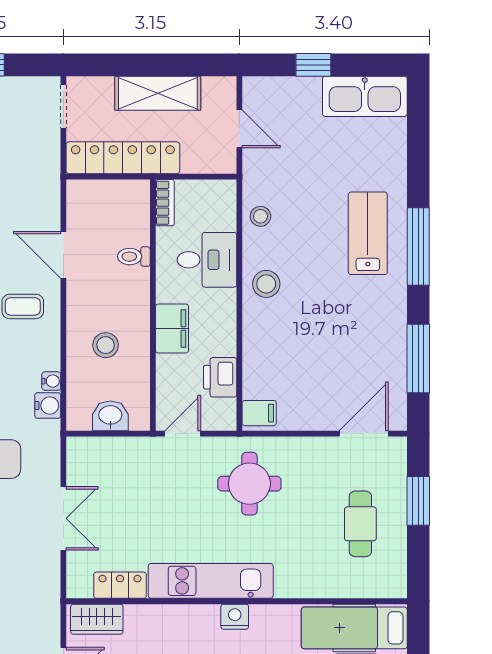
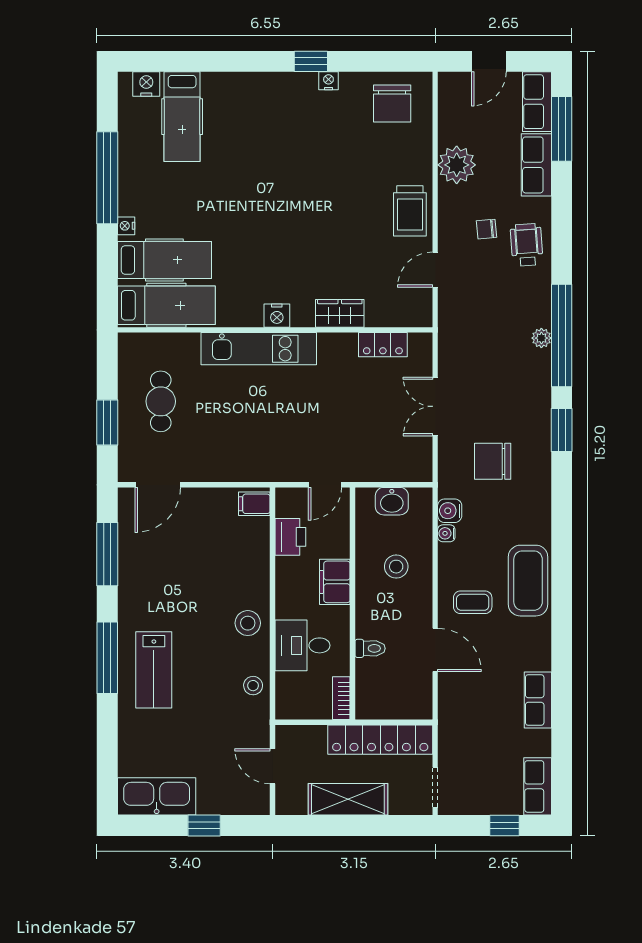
round table: (249, 484) -> (263, 439), removed
kitchen unit: (211, 581) -> (259, 349), moved
wardrobe: (97, 619) -> (340, 313), moved

